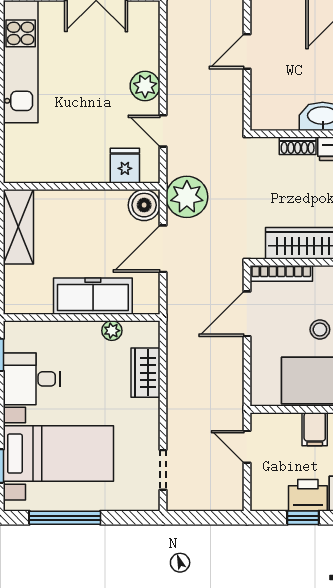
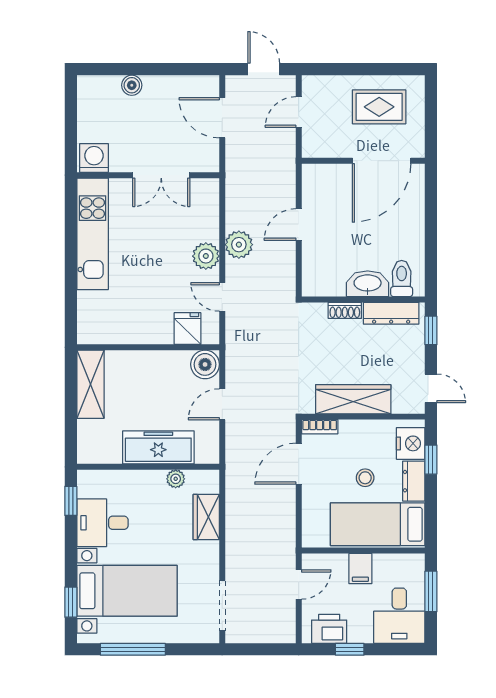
plant: (187, 197) -> (239, 245), moved, width x0.73, depth x0.73
door: (163, 249) -> (222, 404), width x0.73
bookcase: (281, 273) -> (320, 427), width x0.64
door: (247, 447) -> (299, 585), swing flipped
doorway: (163, 470) -> (222, 606), width x1.38
printer: (308, 495) -> (329, 629), moved

